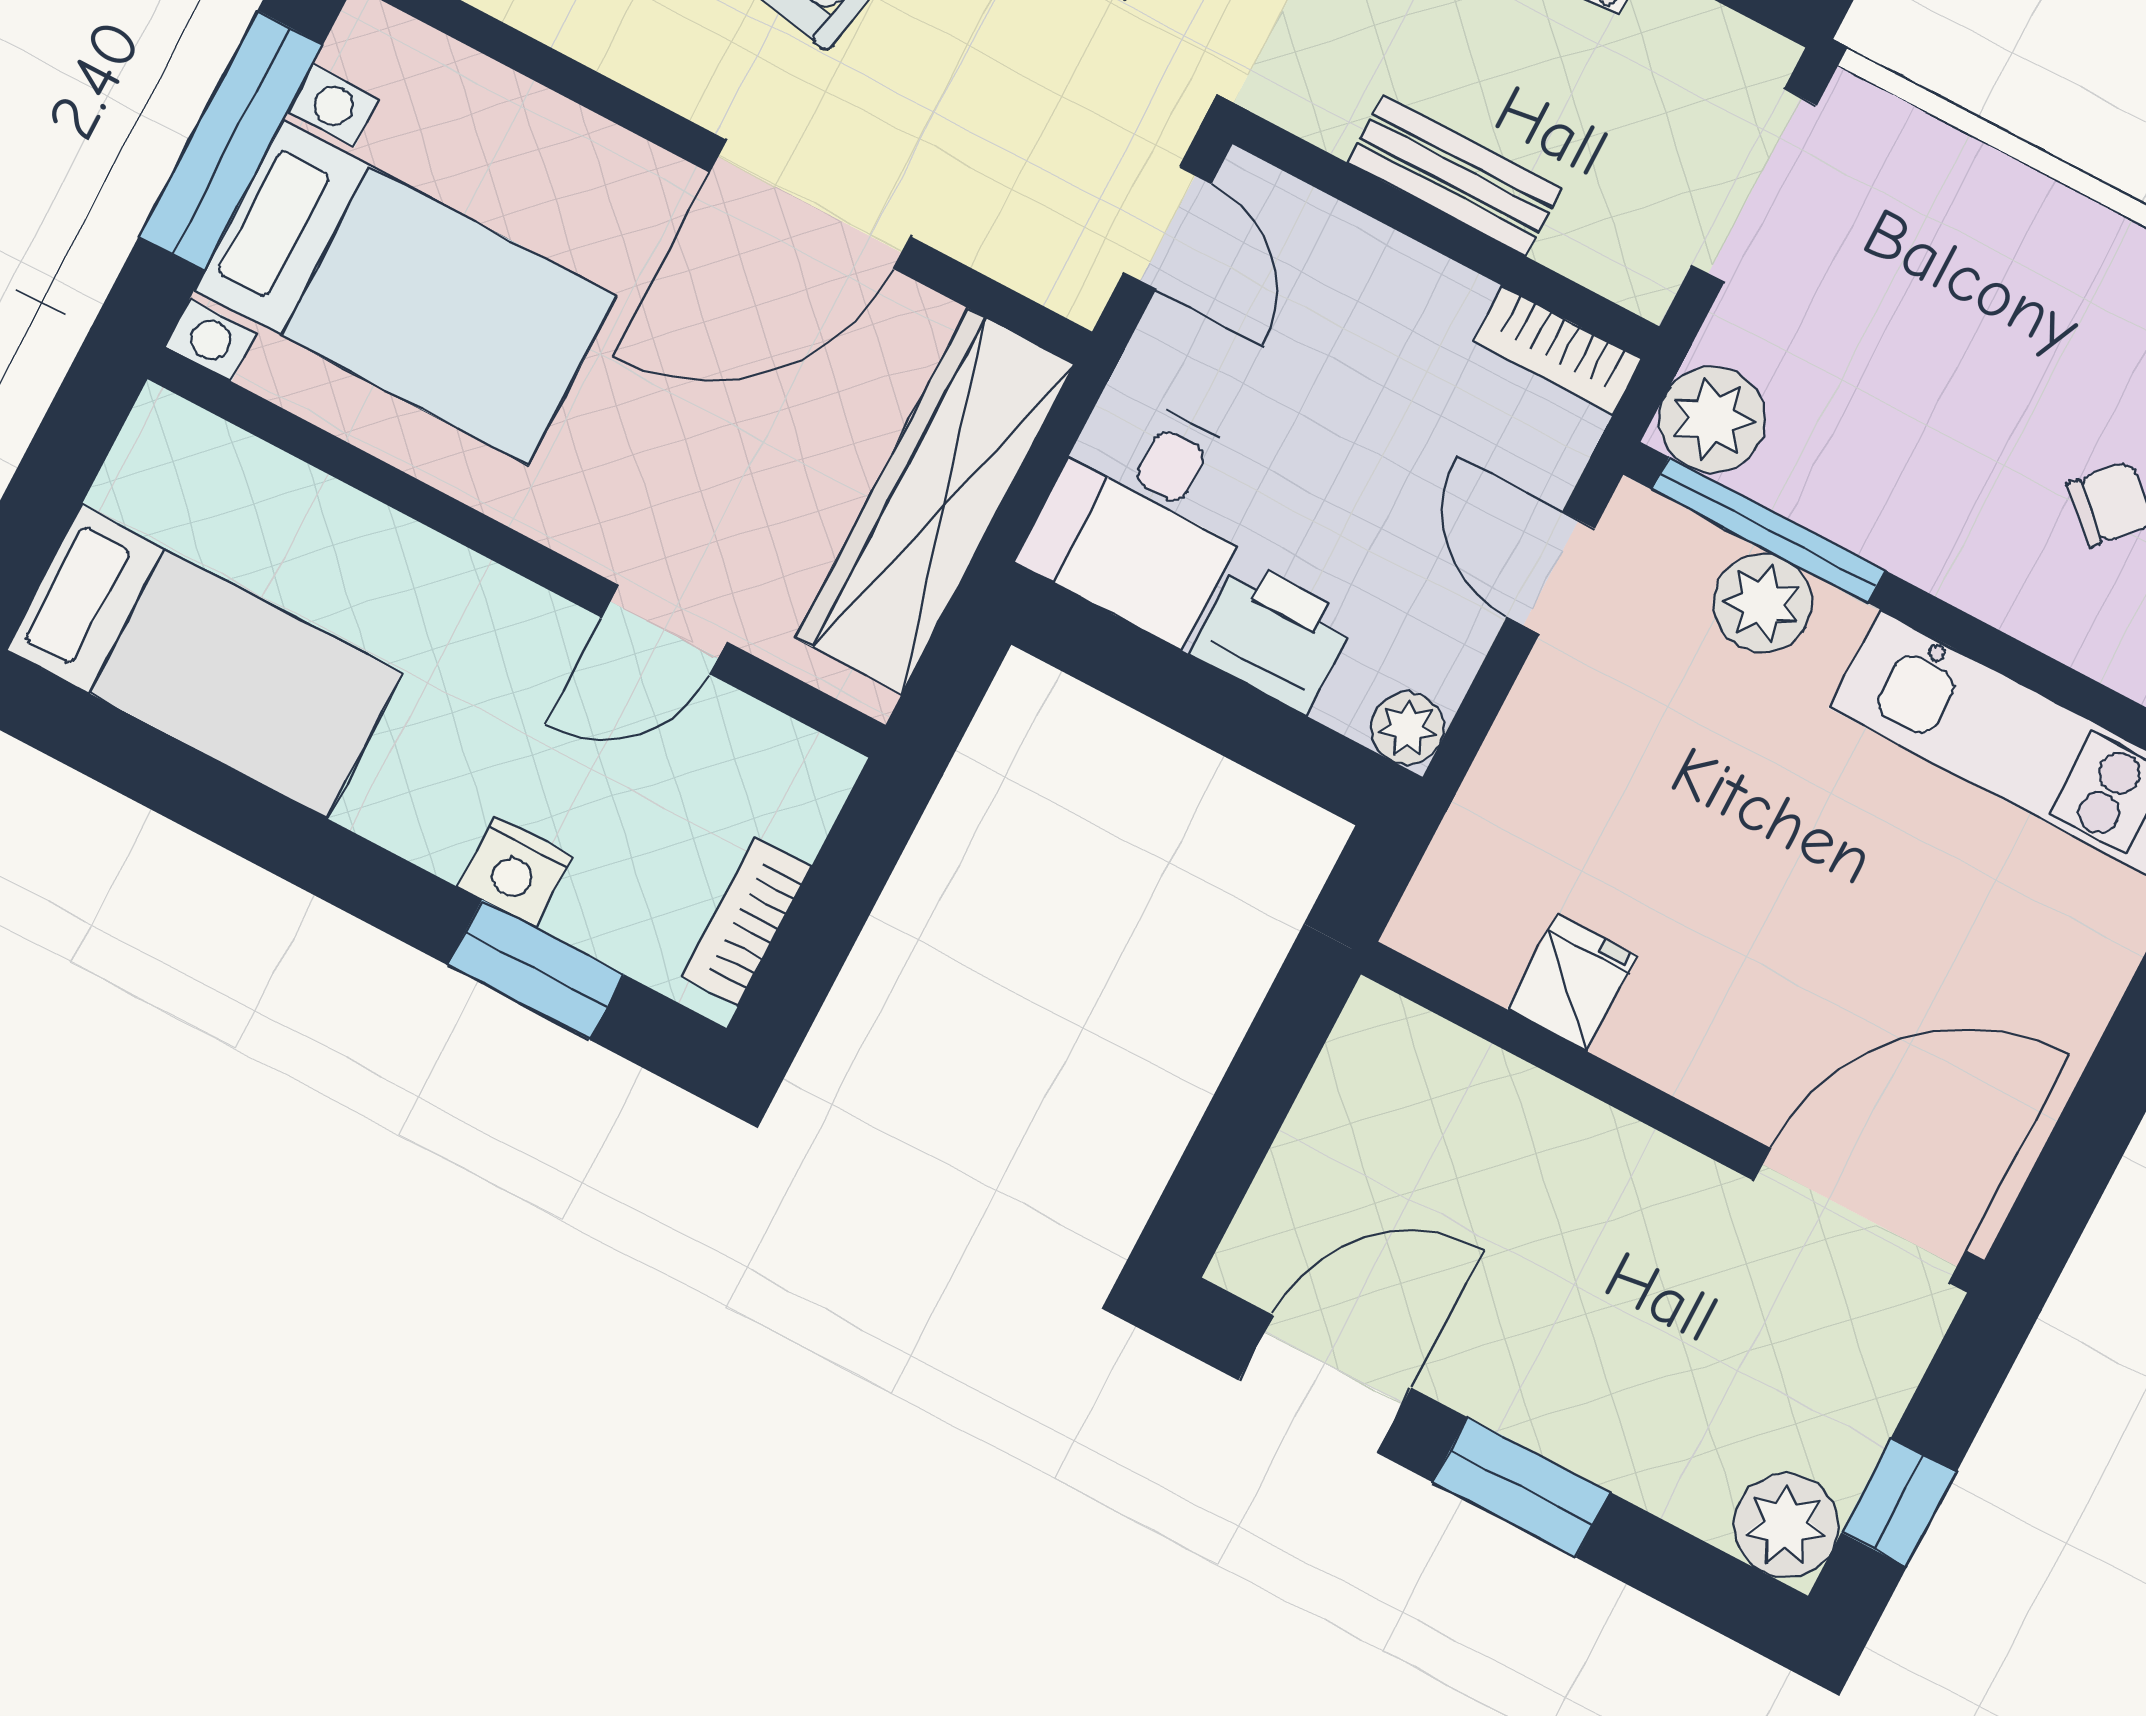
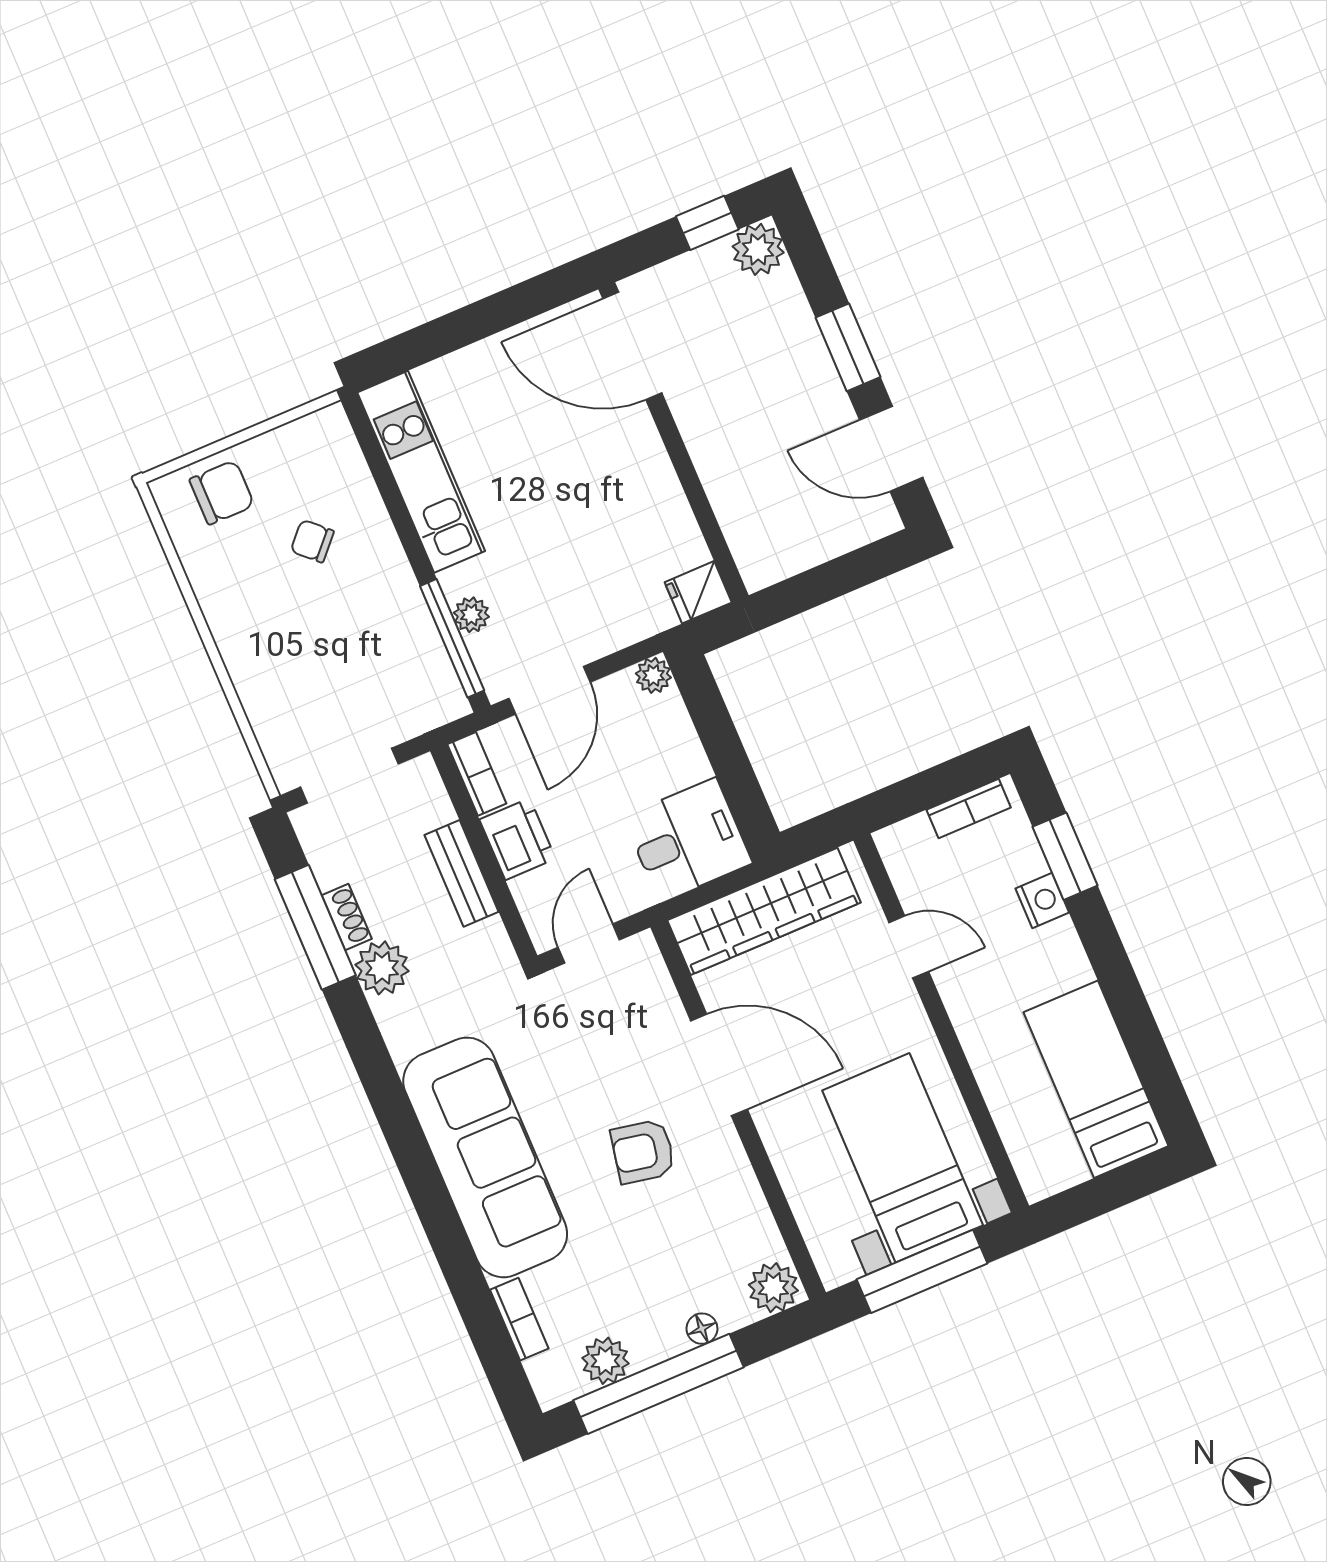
plant: (1712, 420) -> (439, 699), removed
door: (1551, 573) -> (549, 690), width x1.38
plant: (1762, 603) -> (471, 615), width x0.73, depth x0.73
printer: (1273, 636) -> (518, 839), moved, turned 180
fridge: (1572, 982) -> (698, 592), moved

